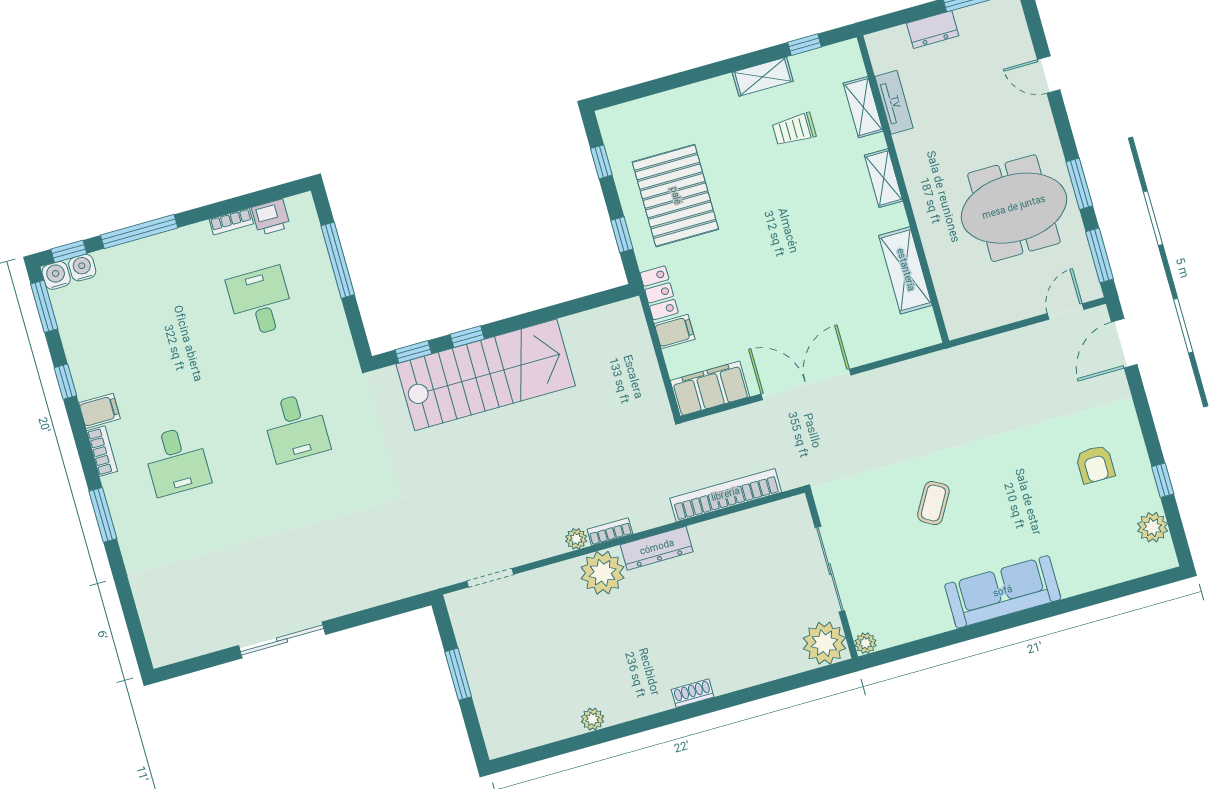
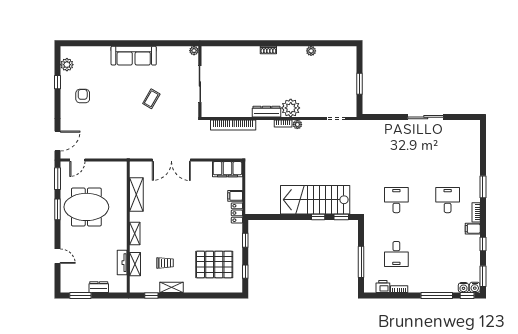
pallet: (675, 196) -> (214, 264), moved, turned 90
double door: (806, 384) -> (171, 160), moved
plant: (824, 643) -> (210, 55), removed

